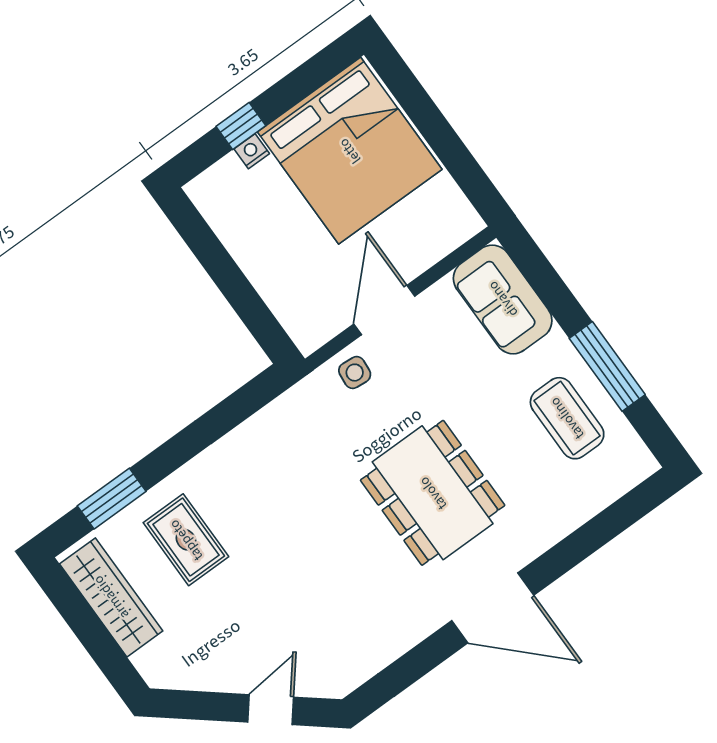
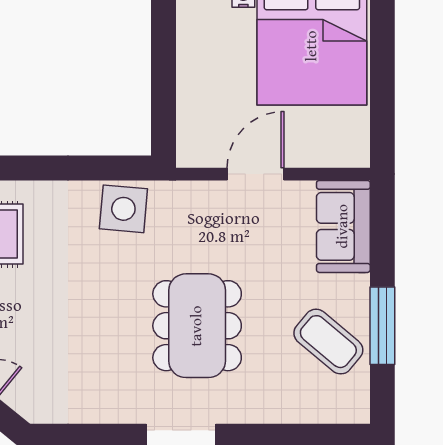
side table: (355, 373) -> (123, 209), moved, width x1.87, depth x1.87
coffee table: (567, 418) -> (328, 342), turned -50

